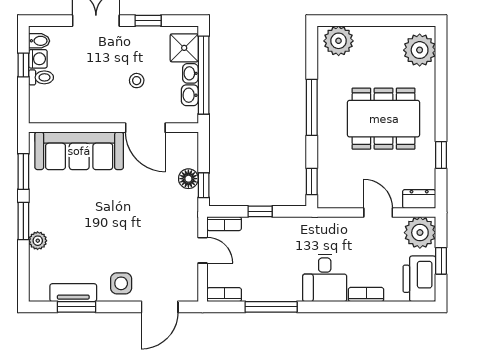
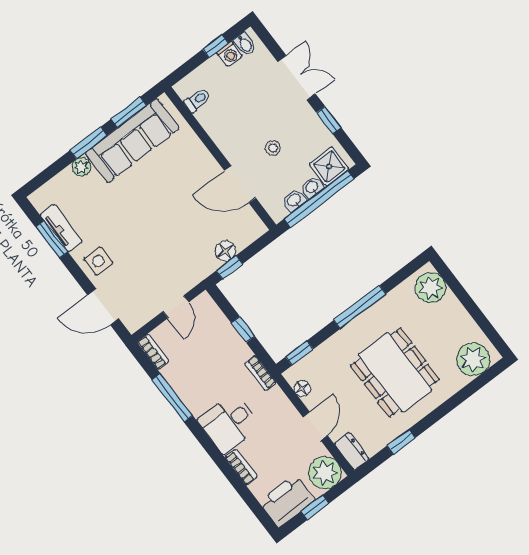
toilet: (41, 77) -> (197, 100), moved, turned -90
door: (145, 128) -> (240, 184), hinge flipped
sofa: (79, 151) -> (132, 141), moved, turned -90
floor lamp: (341, 200) -> (302, 388), added
bookcase: (224, 224) -> (261, 373), moved

